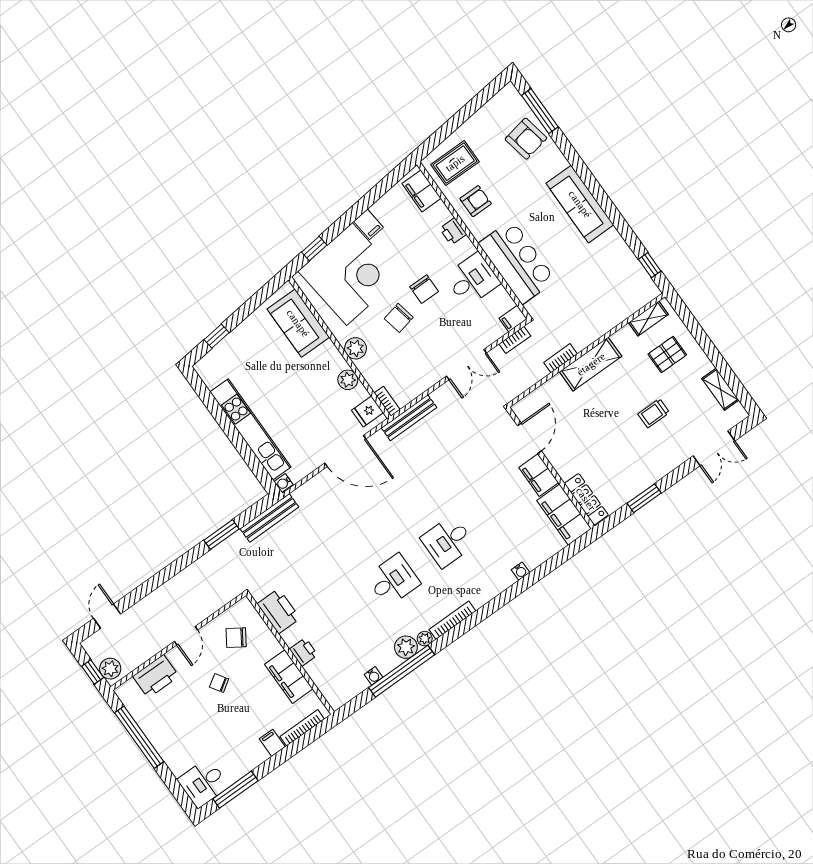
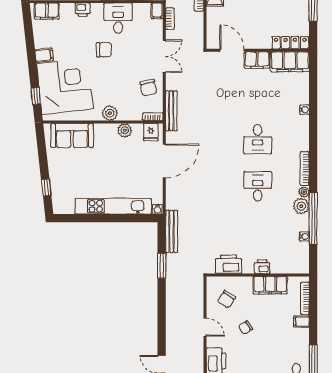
chair: (399, 318) -> (148, 88), moved

